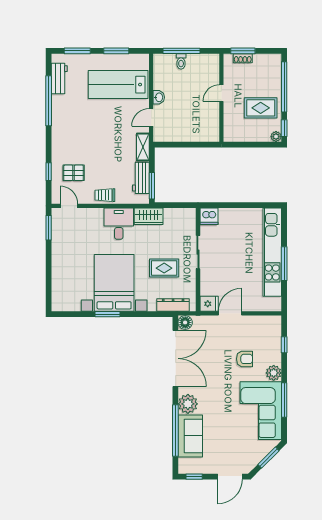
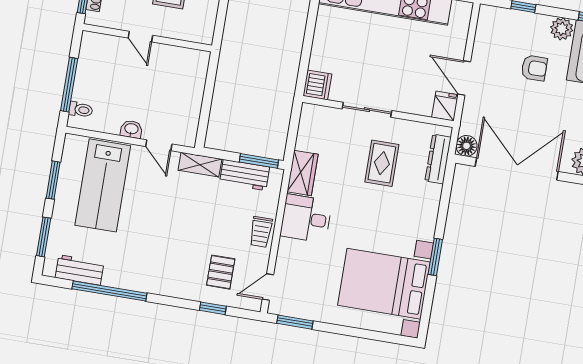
toilet: (181, 61) -> (81, 110), moved
bed with nightstands: (114, 283) -> (384, 284), moved
armchair: (244, 359) -> (534, 68), turned 90

